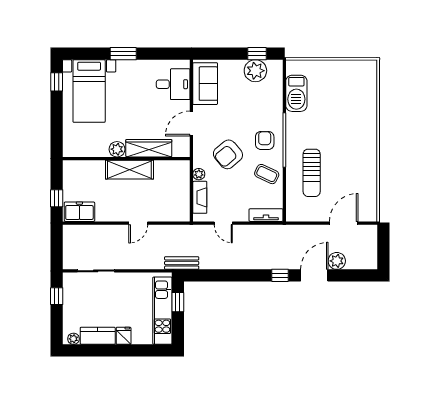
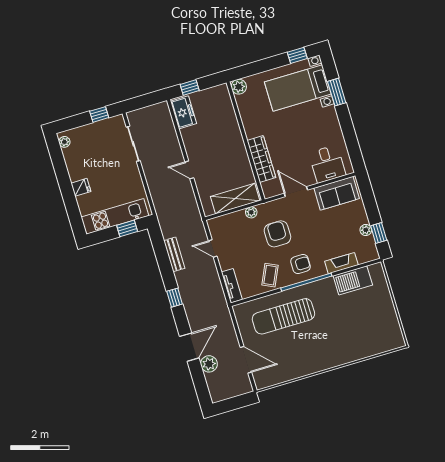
window: (123, 54) -> (337, 92), moved
plant: (255, 71) -> (366, 230), width x0.53, depth x0.53
plant: (117, 149) -> (239, 87), moved
armchair: (228, 154) -> (277, 234), turned 40
shelving: (129, 170) -> (235, 199), moved, turned 90
sun lounger: (312, 173) -> (283, 316), width x1.36, depth x1.34
fireplace: (200, 197) -> (341, 263), moved, turned 180
door: (223, 223) -> (213, 249), hinge flipped
bench: (182, 263) -> (174, 254), moved
window: (280, 275) -> (175, 298), moved
door: (314, 275) -> (189, 347), hinge flipped
kitchen counter: (98, 336) -> (74, 163), removed

